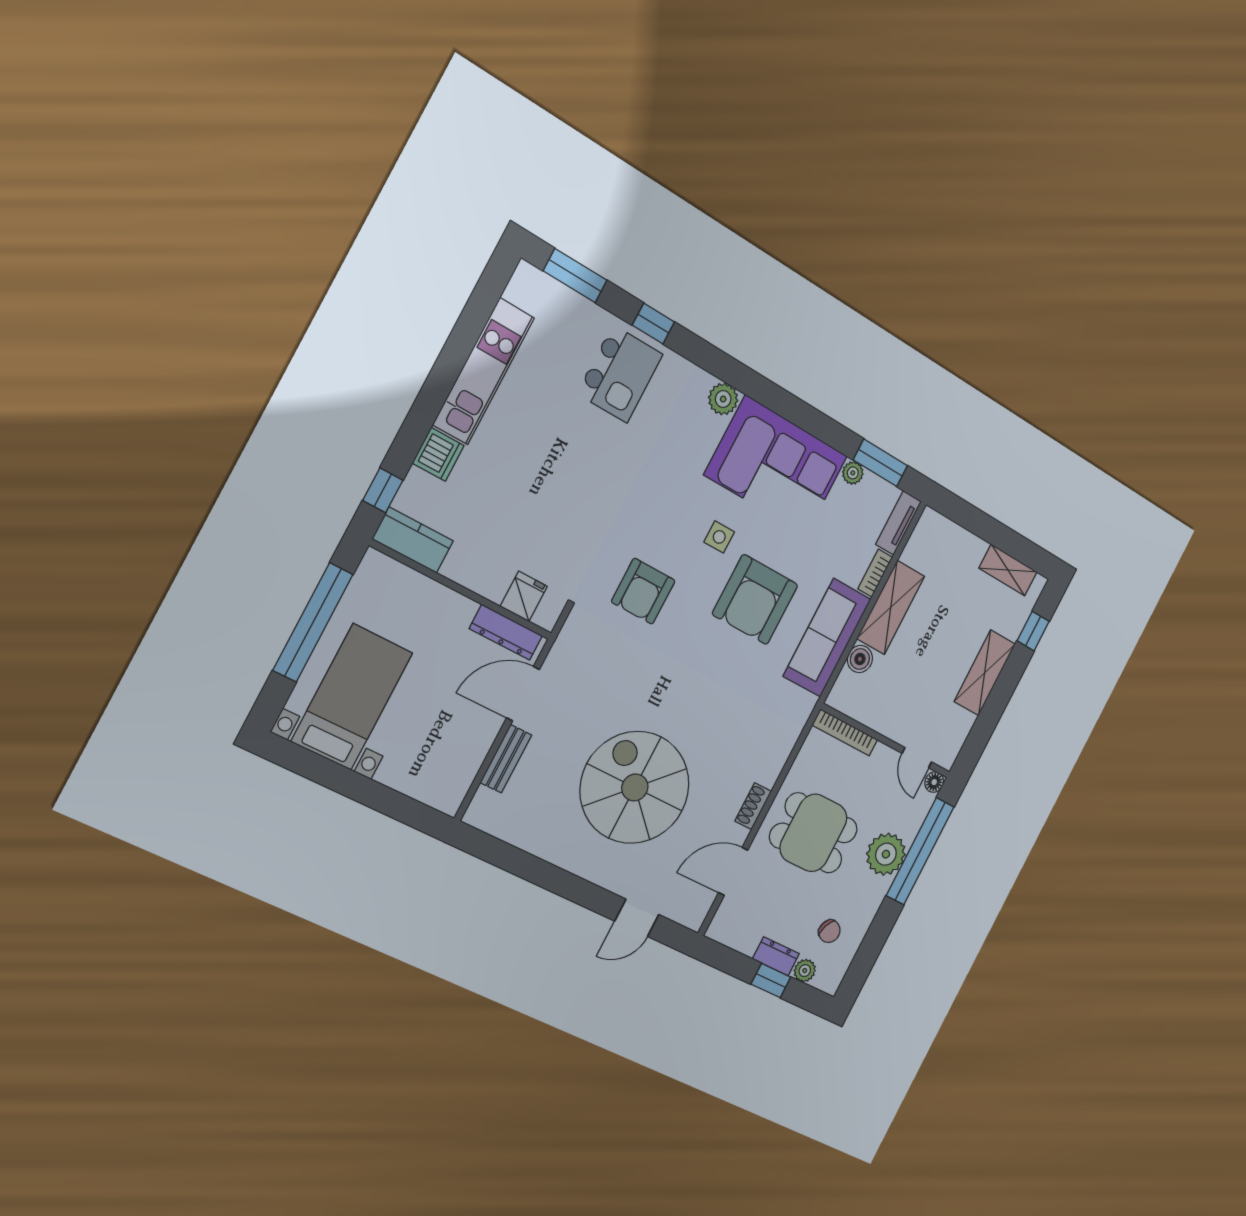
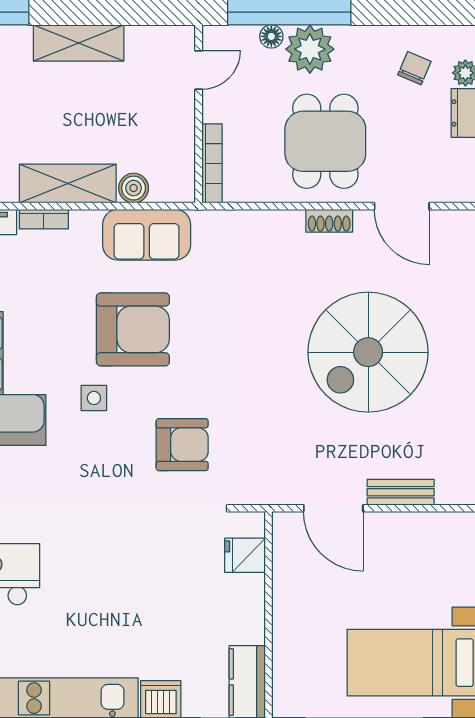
dresser: (506, 632) -> (286, 554), removed
sofa: (827, 638) -> (147, 235), width x0.73
floor lamp: (934, 782) -> (271, 36), moved

